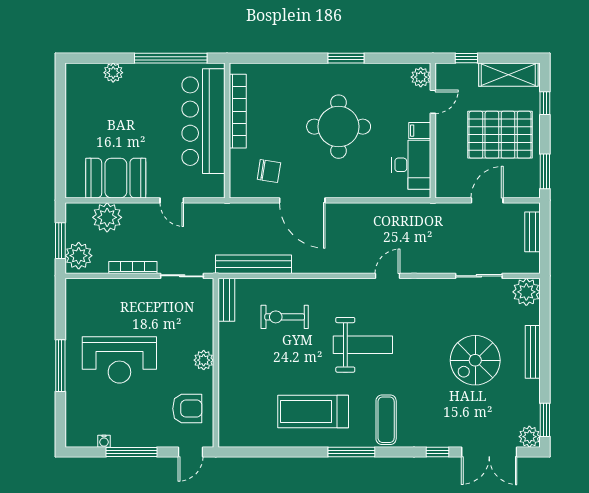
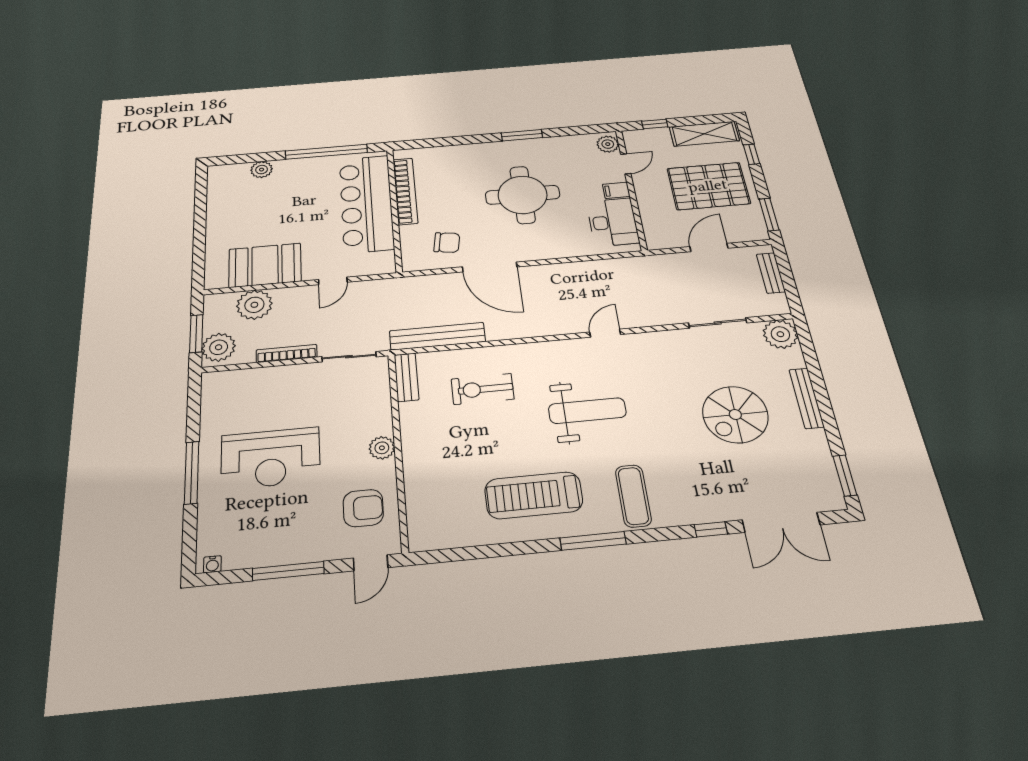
door: (172, 200) -> (333, 281), hinge flipped
plant: (529, 437) -> (830, 498), removed
water cooler: (104, 441) -> (212, 564), moved

